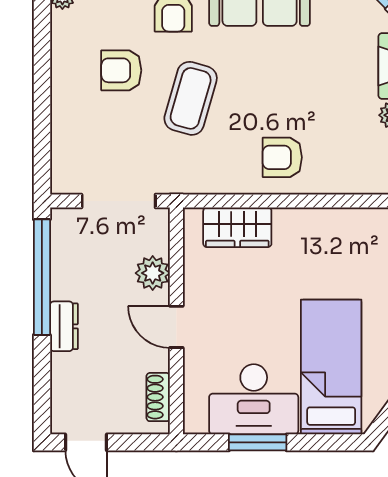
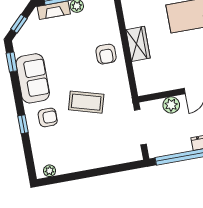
armchair: (121, 70) -> (79, 137), removed
wardrobe: (237, 227) -> (138, 44), moved

